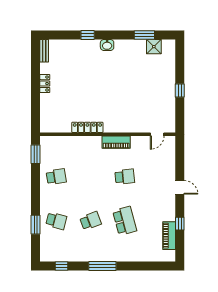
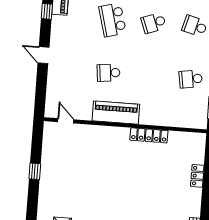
locker: (45, 84) -> (197, 176), moved
door: (157, 134) -> (66, 121), hinge flipped
piano: (116, 142) -> (116, 113), width x1.37, depth x1.33

